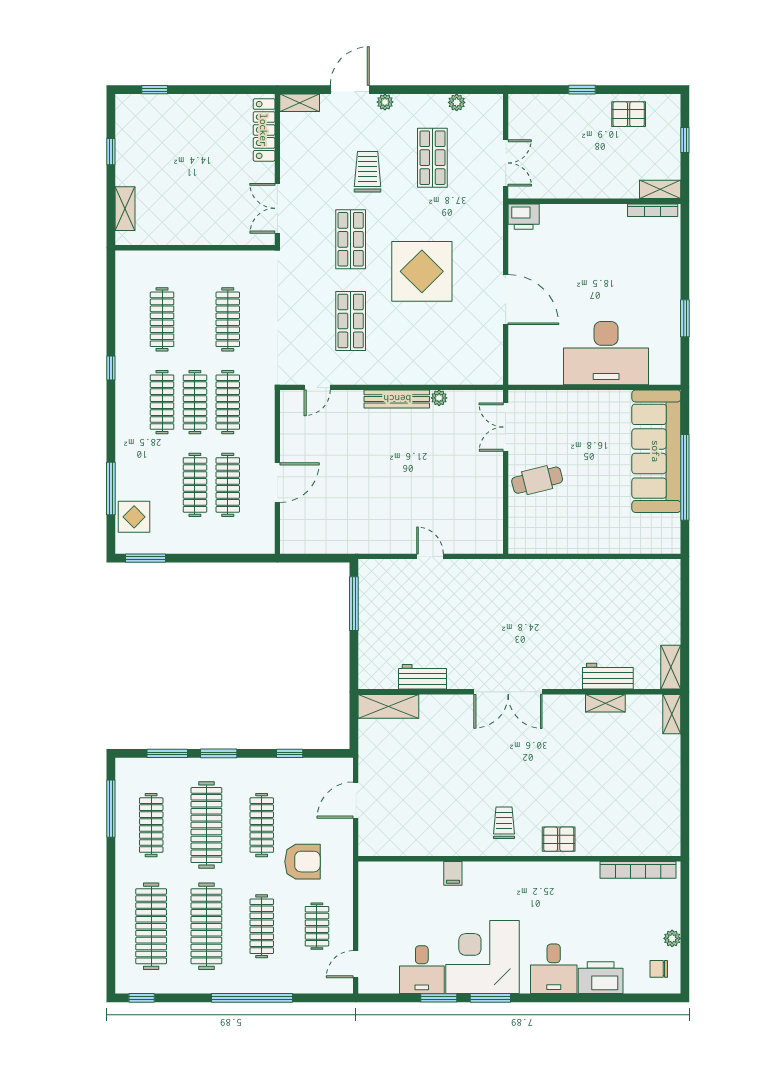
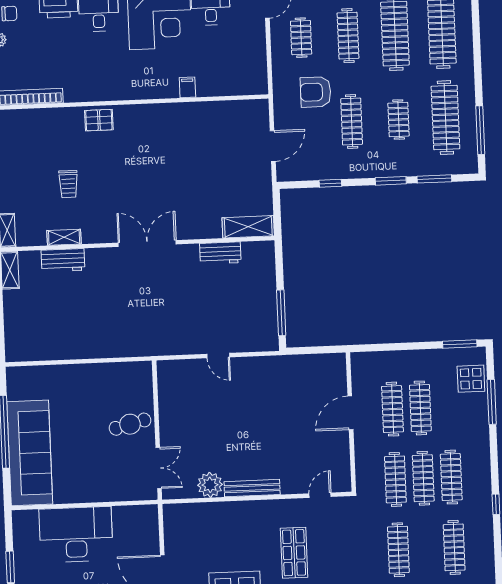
plant: (439, 398) -> (210, 485), width x1.88, depth x1.88
trolley: (504, 823) -> (68, 184), moved
clothes rail: (151, 825) -> (445, 118), width x1.37, depth x1.31
clothes rail: (206, 825) -> (399, 120), width x0.54, depth x0.76

